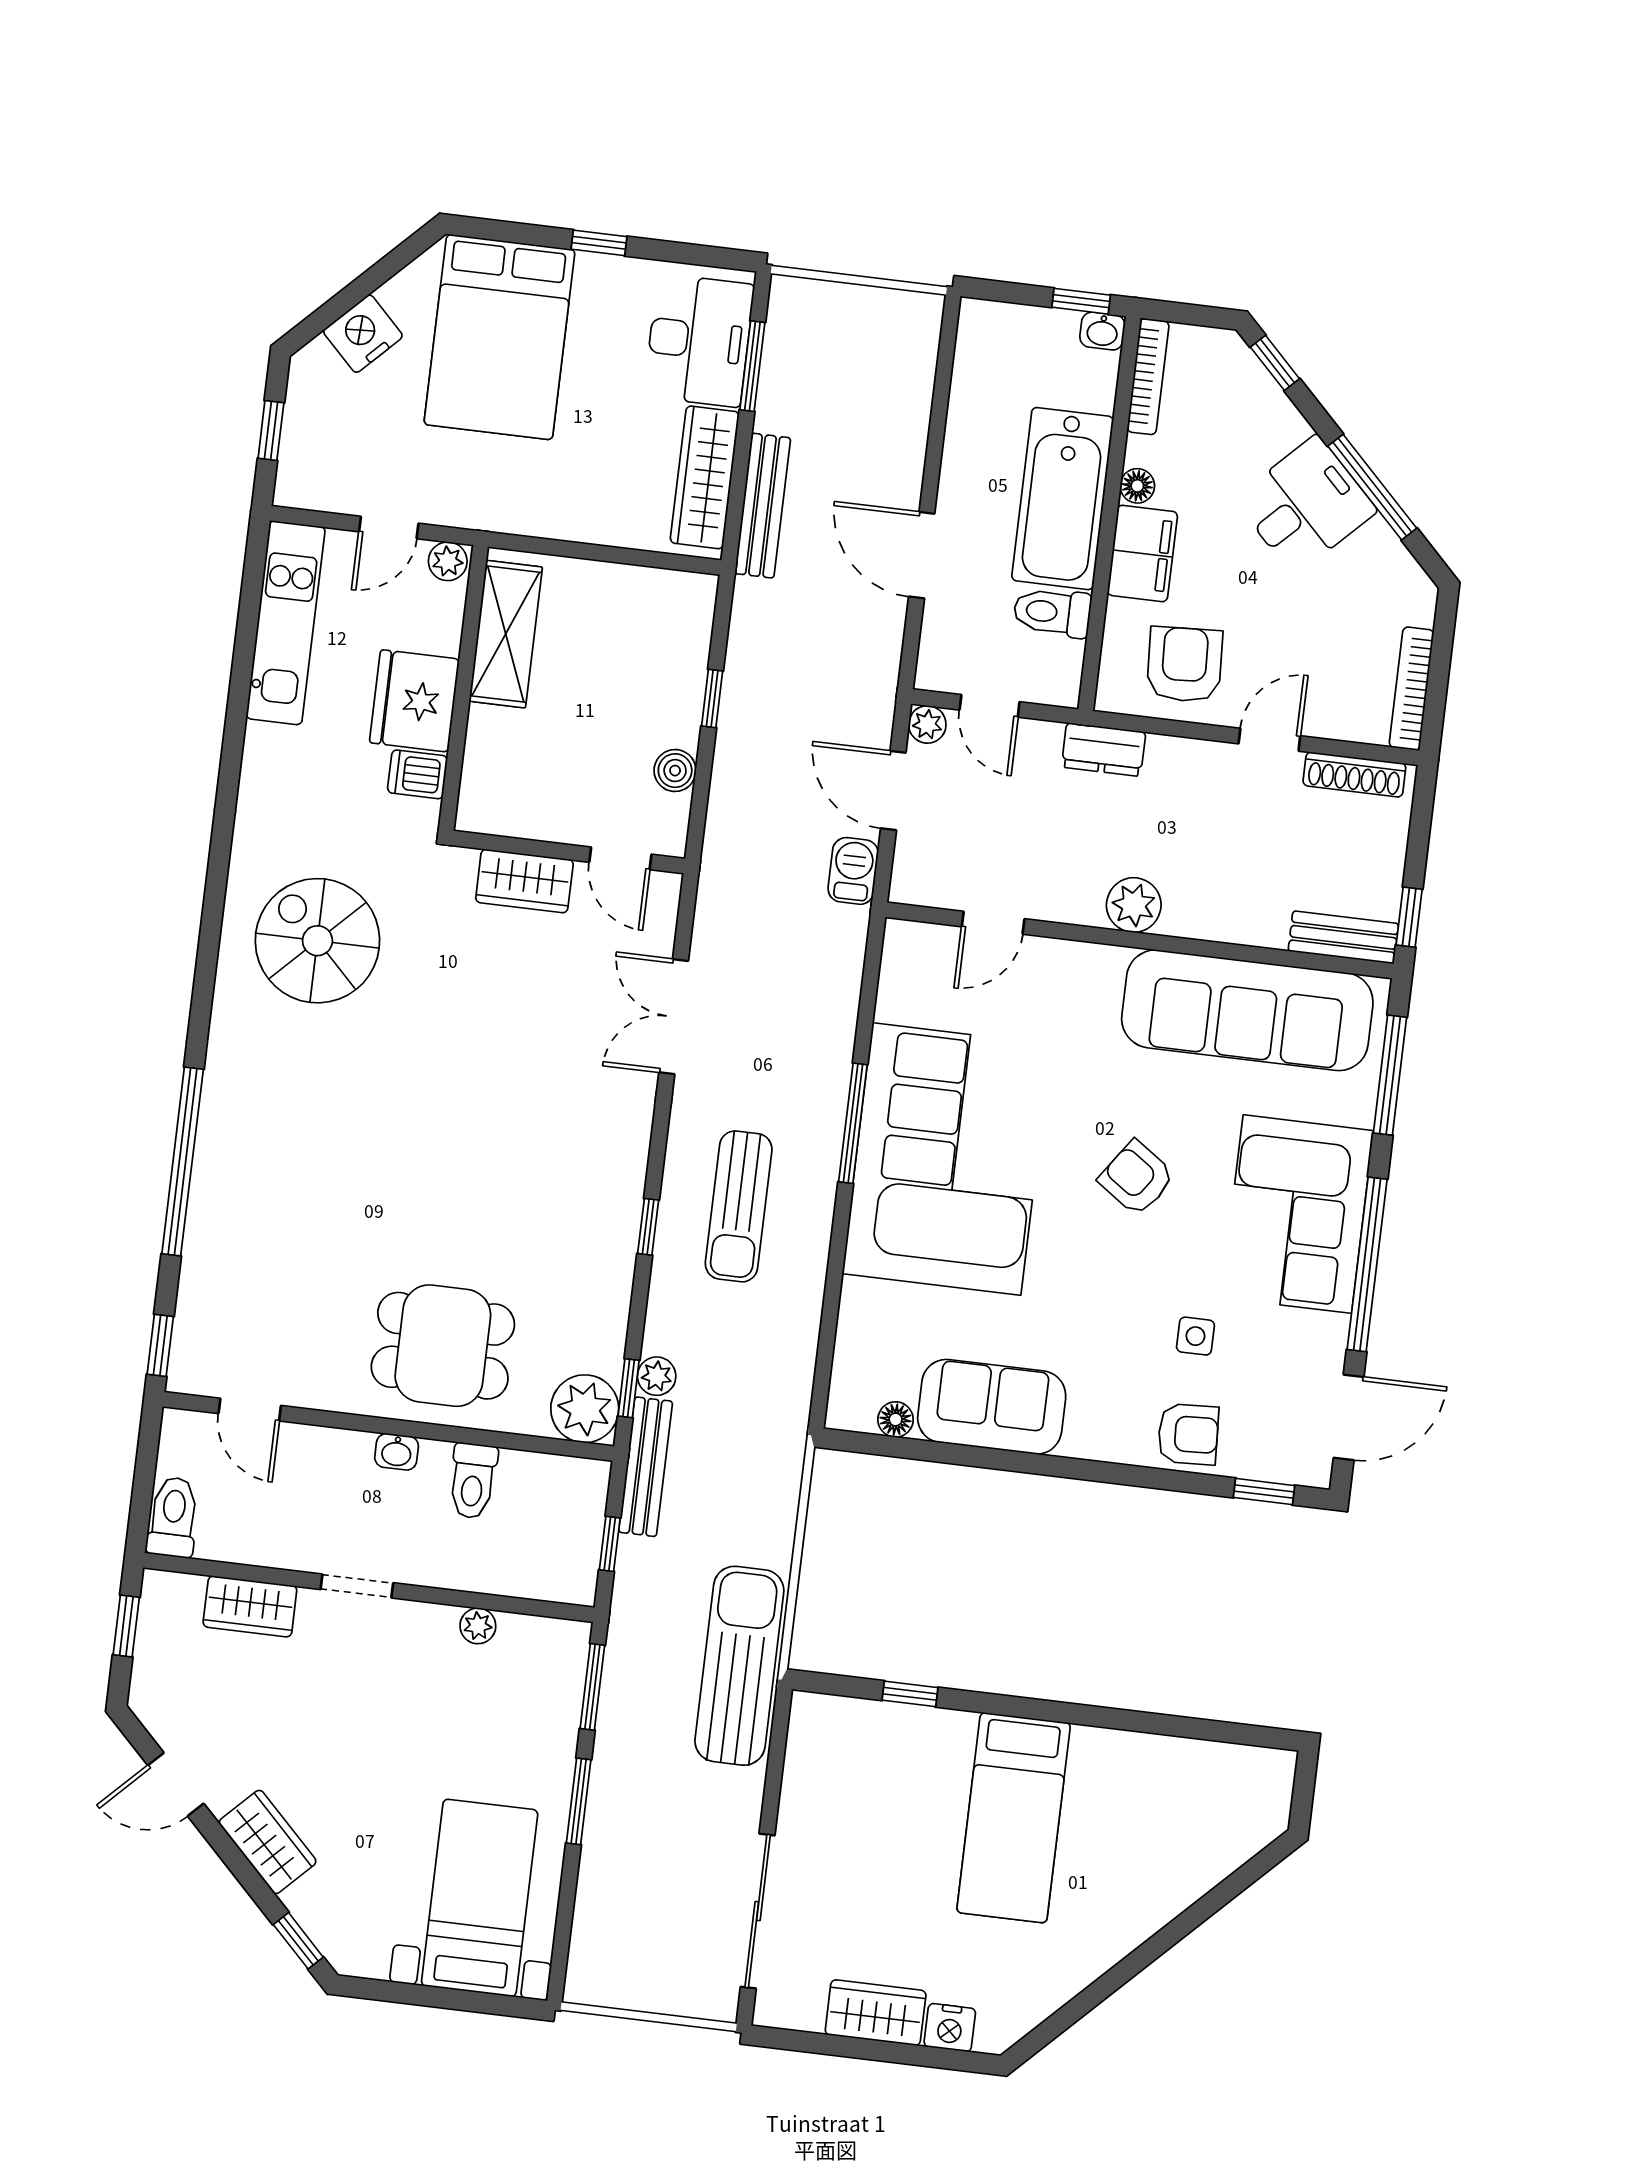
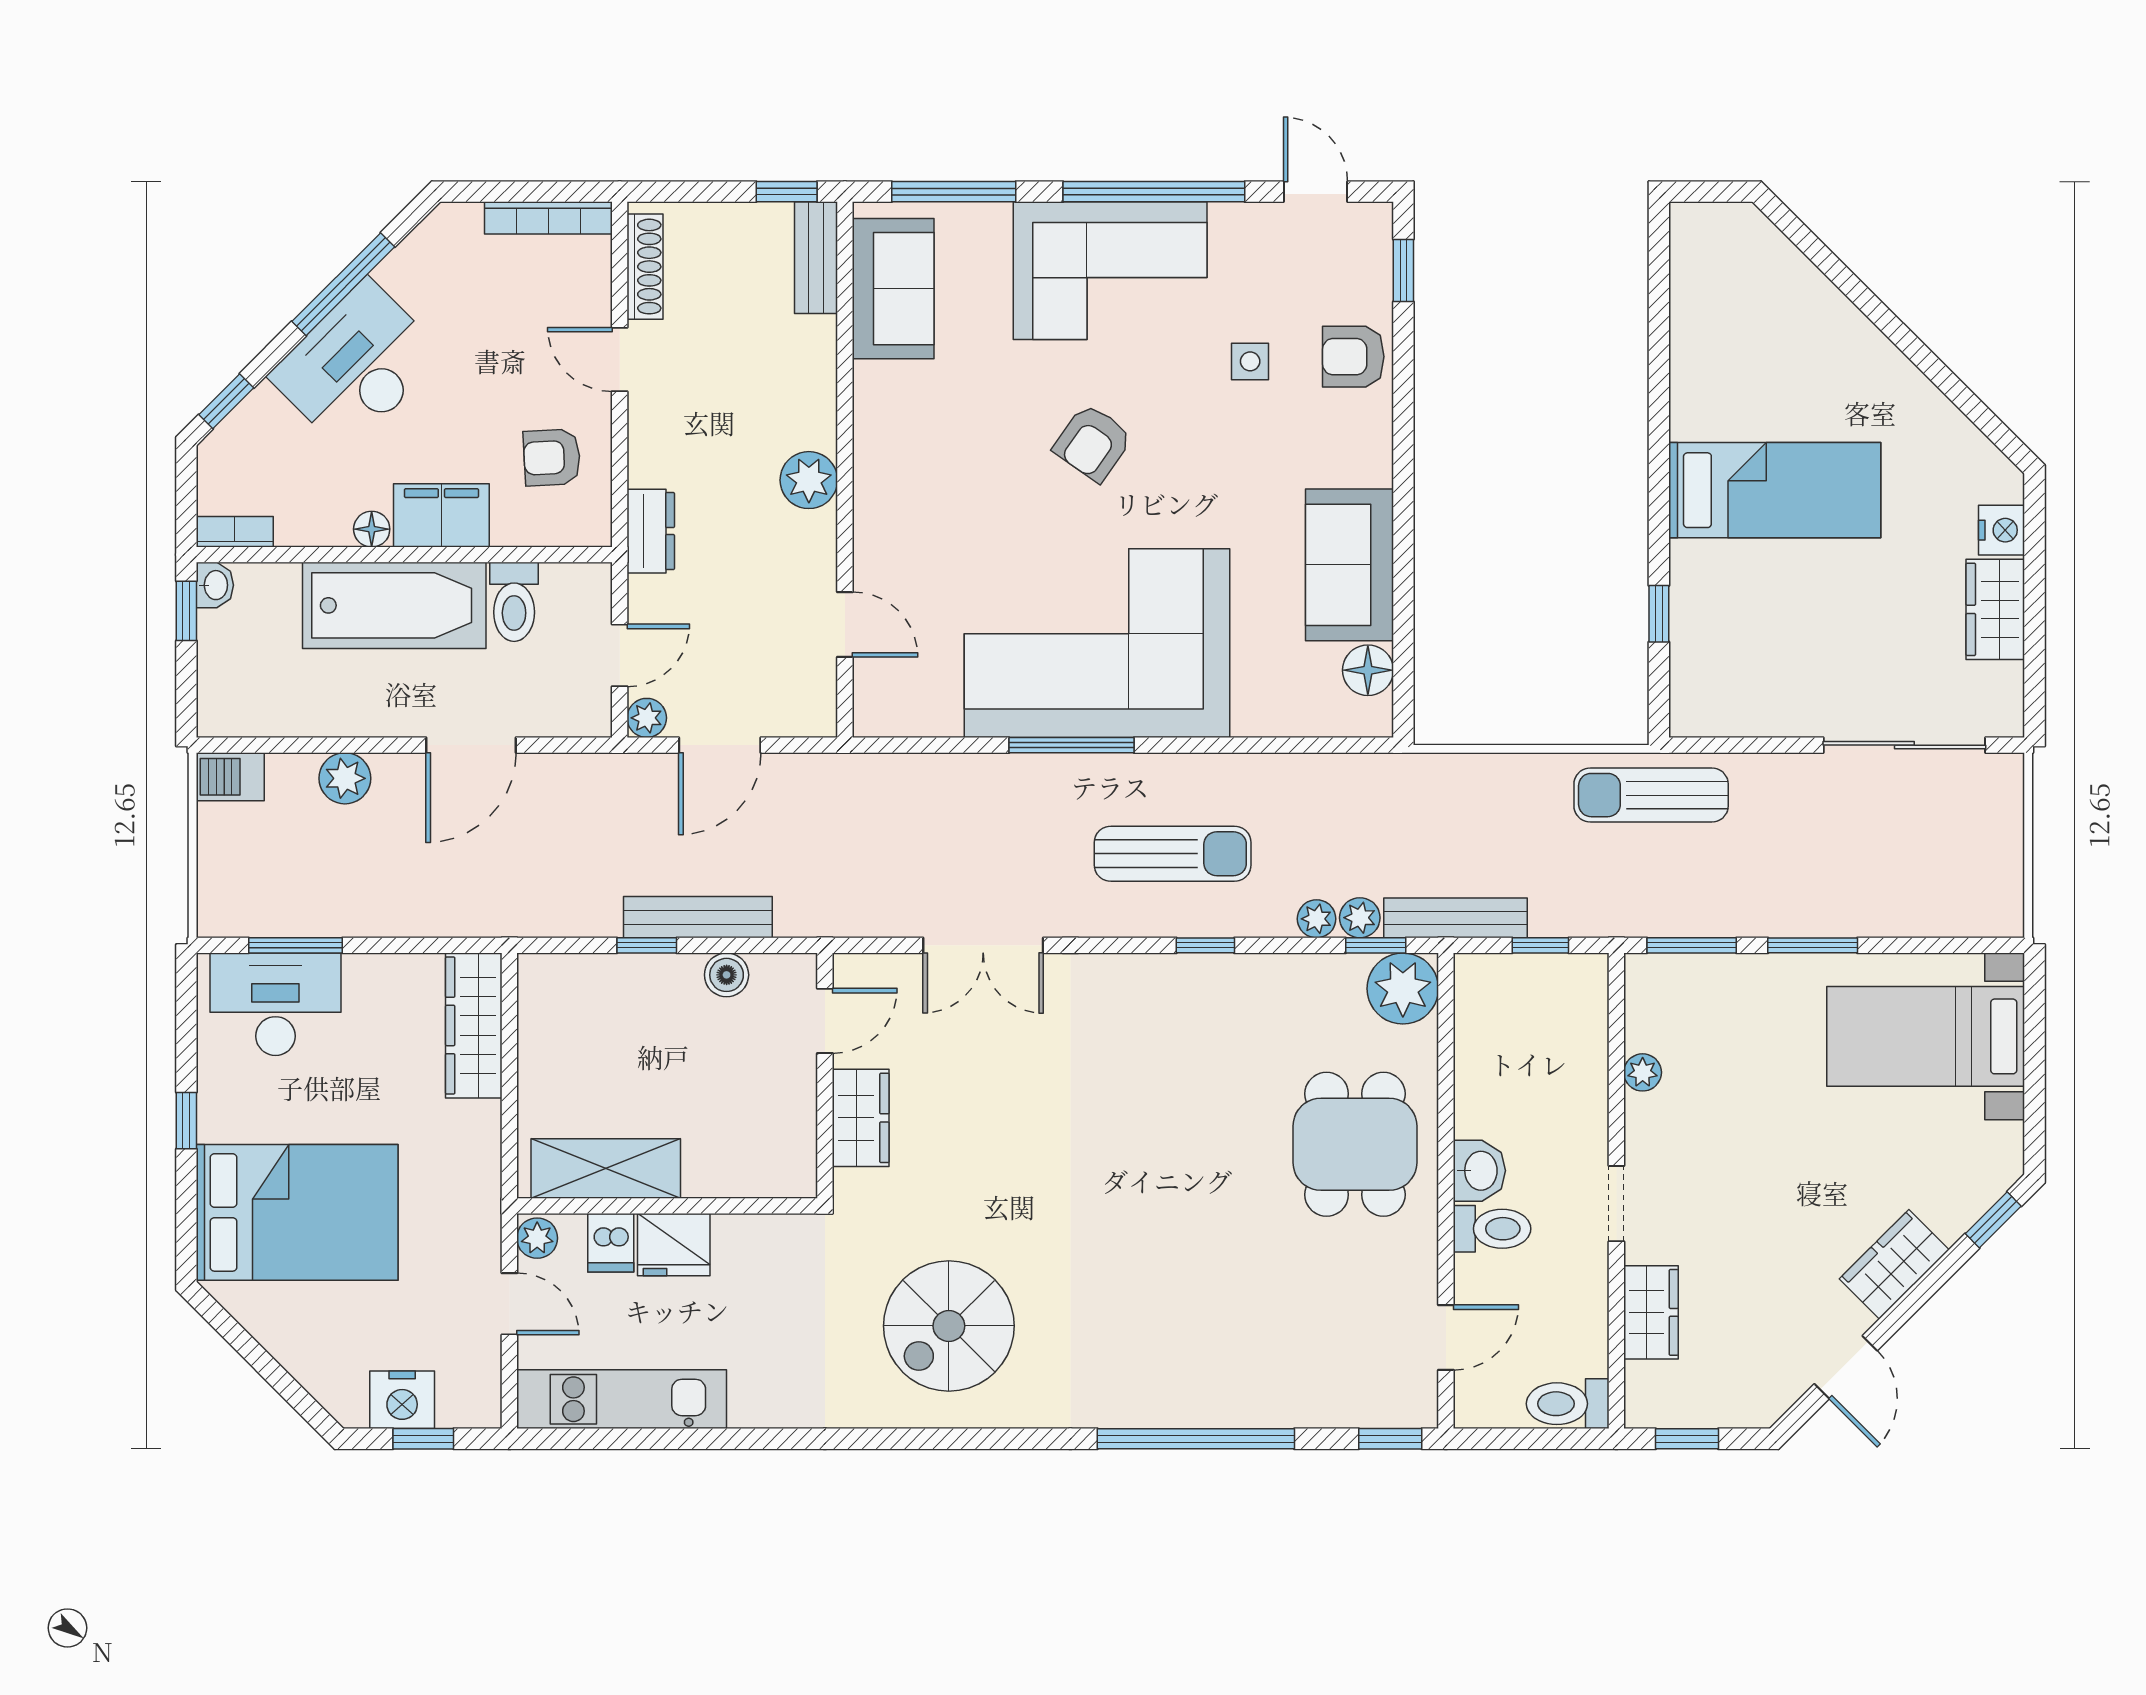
nightstand: (363, 334) -> (402, 1400), moved, turned -45
bookcase: (1148, 377) -> (235, 532), width x0.64
plant: (905, 432) -> (345, 778), added
wardrobe: (705, 477) -> (474, 1025), moved, turned 90
desk: (1305, 505) -> (357, 365), width x1.37
bench: (763, 506) -> (698, 917), moved
armchair: (1185, 664) -> (552, 457), width x0.72, depth x0.72
fridge: (414, 701) -> (674, 1245), width x0.73, depth x0.75
dishwasher: (417, 774) -> (611, 1243), moved
barbecue: (853, 871) -> (230, 777), moved
sofa: (1247, 1010) -> (893, 289), width x0.54, depth x0.79
plant: (661, 1335) -> (1317, 919), added
door: (1349, 1417) -> (1315, 192), width x0.73
floor lamp: (896, 1419) -> (1368, 670), width x1.37, depth x1.37
armchair: (1188, 1434) -> (1353, 357), turned -87
washbasin: (397, 1452) -> (1479, 1171), width x1.38, depth x1.45
toilet: (473, 1481) -> (1492, 1229), moved
sun lounger: (739, 1666) -> (1651, 795), width x0.73, depth x0.75

